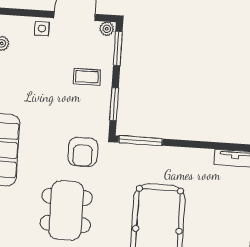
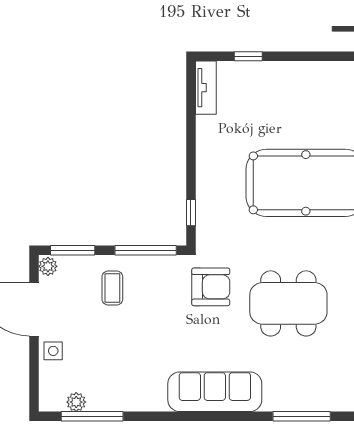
window: (114, 104) -> (146, 250), width x1.44
window: (140, 141) -> (191, 213), width x0.46

